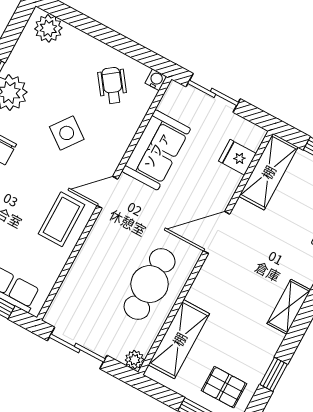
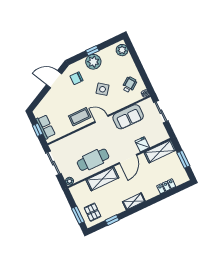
fridge: (237, 157) -> (142, 144), moved
door: (217, 232) -> (128, 159), swing flipped
shelving: (179, 339) -> (102, 179), moved

